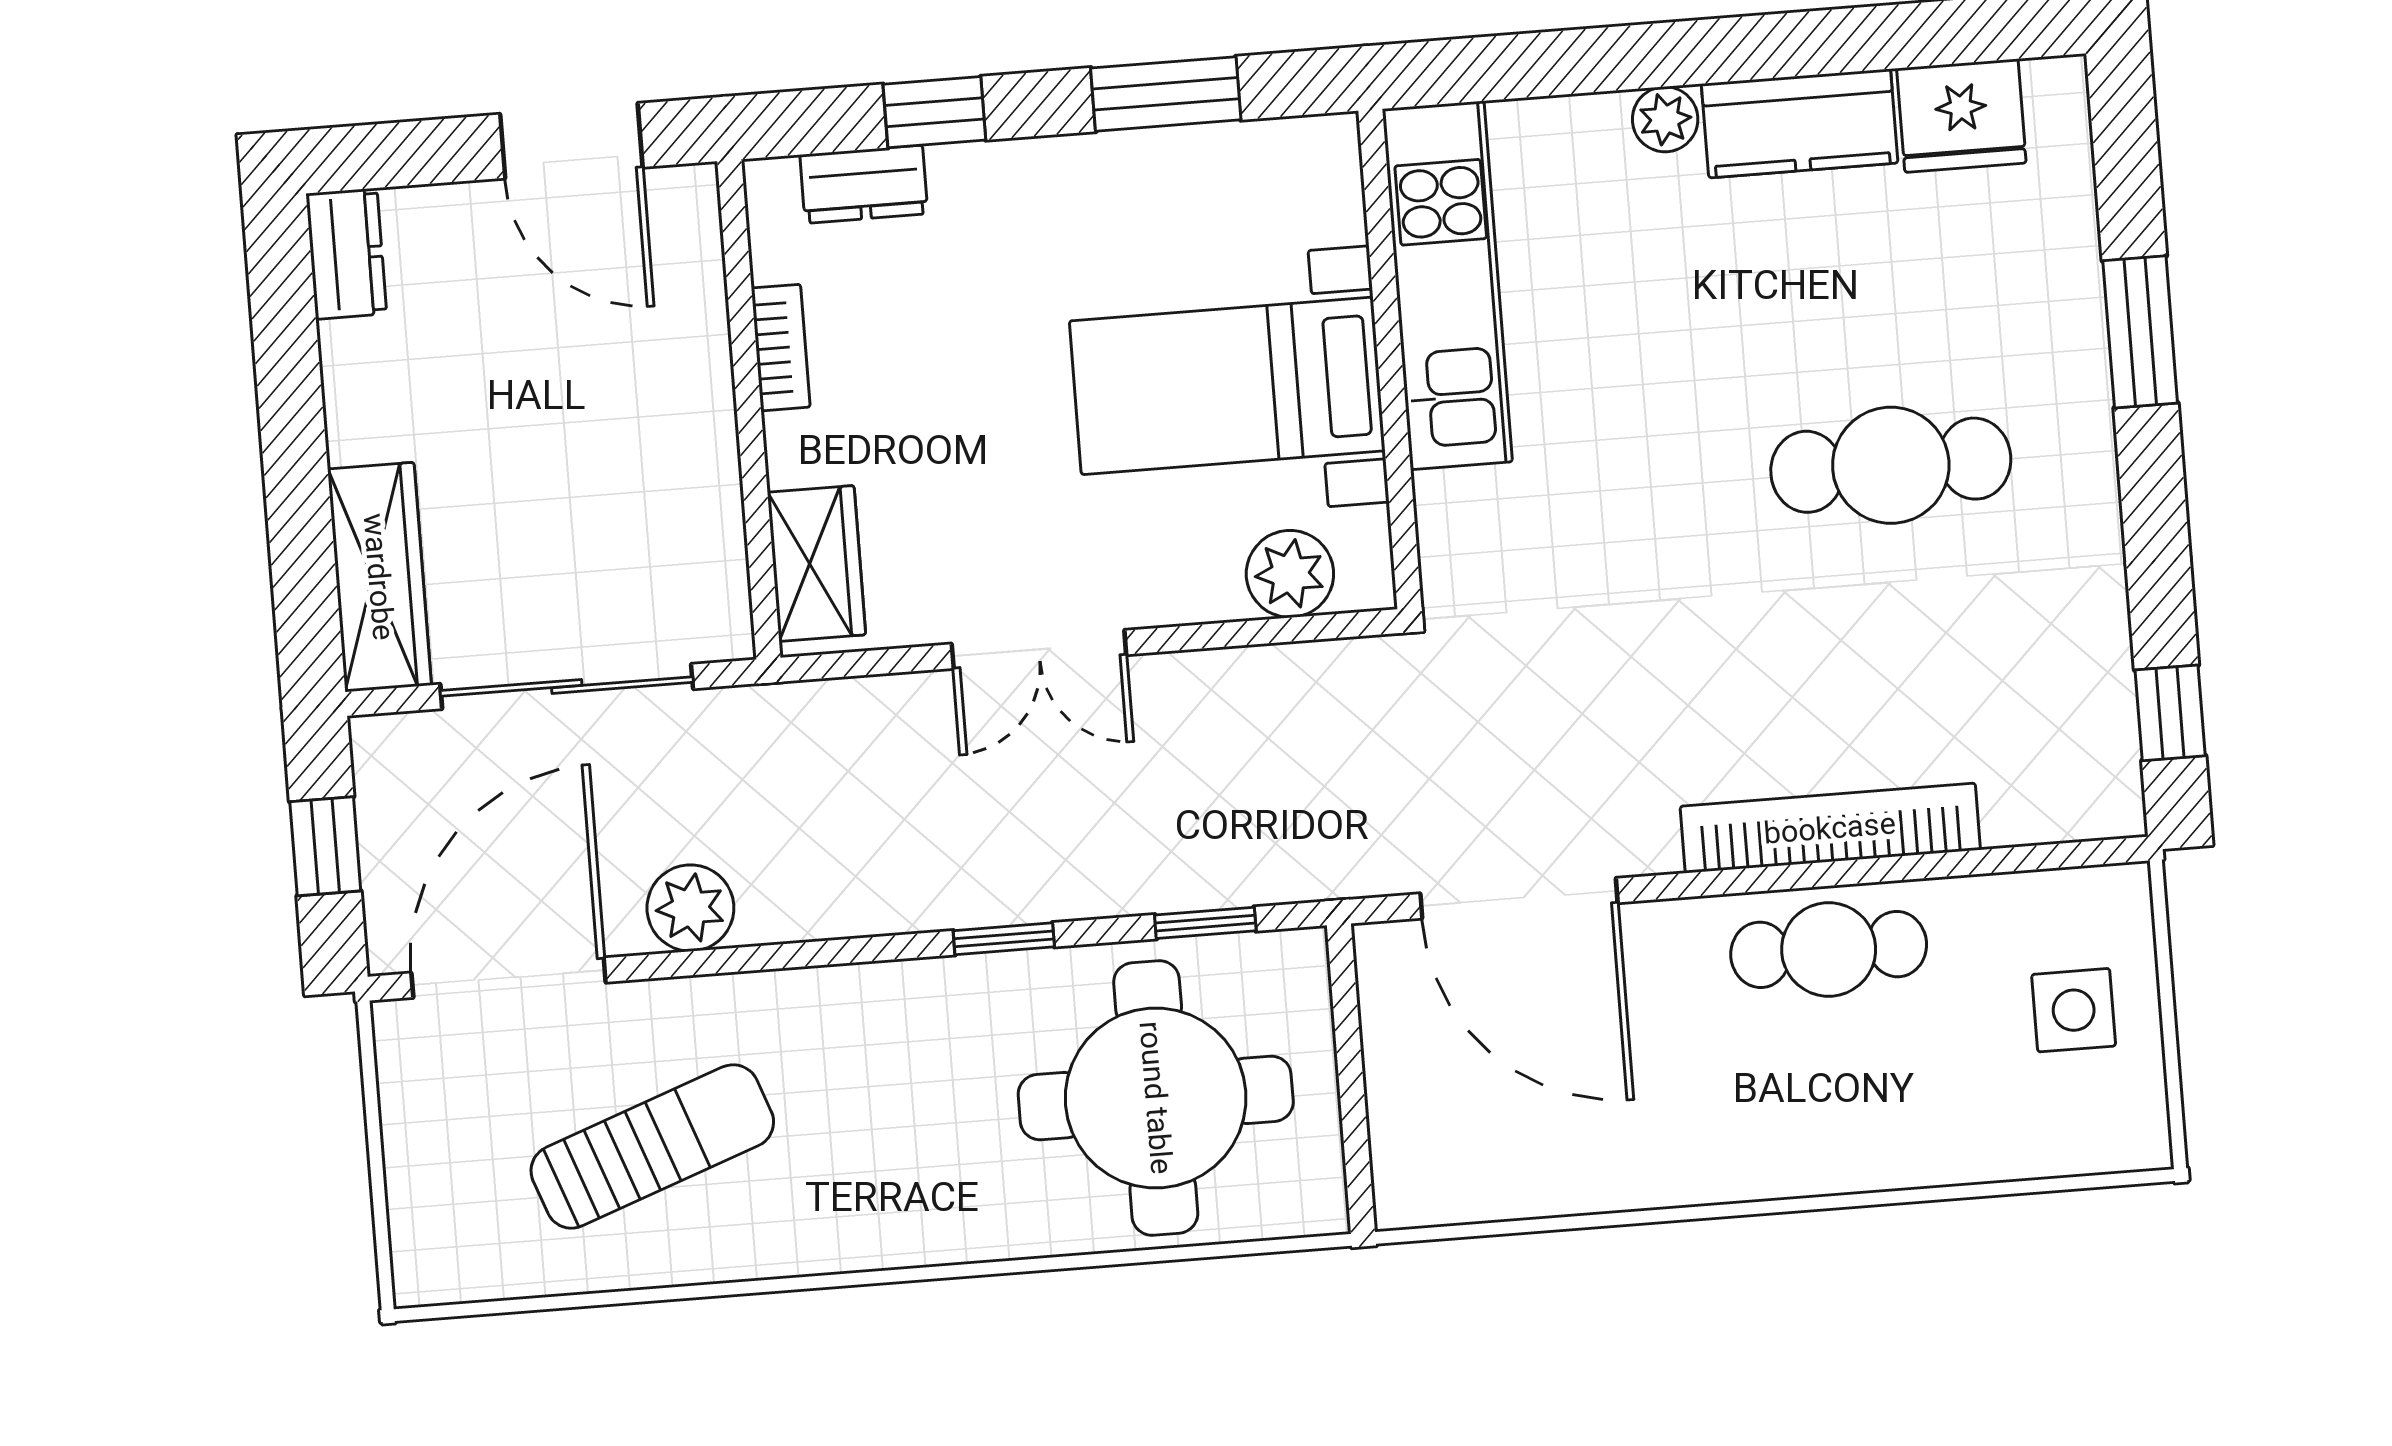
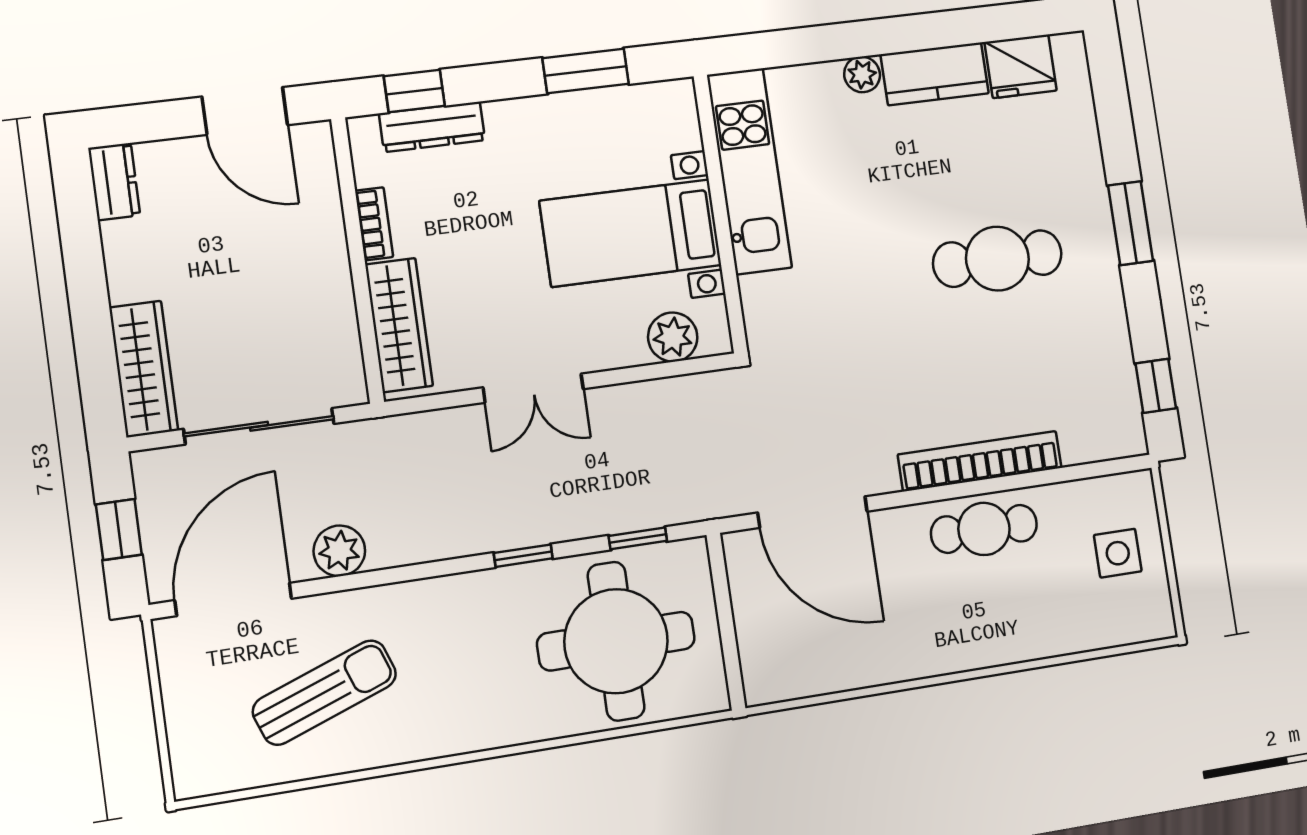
window: (934, 112) -> (414, 91), moved
dresser: (864, 184) -> (432, 127), width x1.44
window: (2140, 332) -> (1131, 223), moved
wardrobe: (816, 563) -> (399, 325), width x1.50

